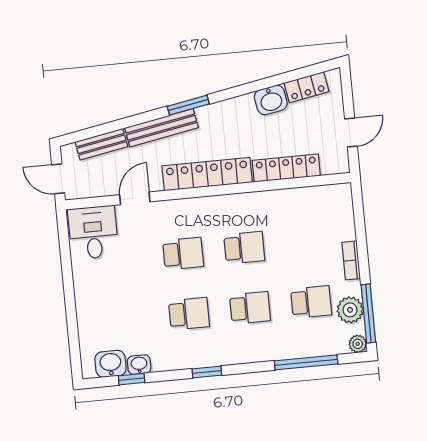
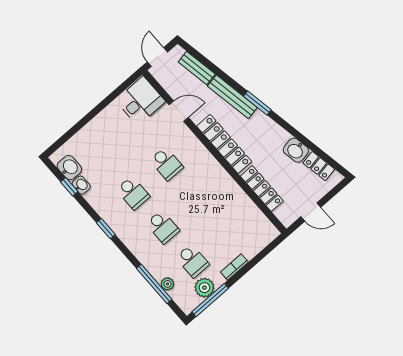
school desk: (244, 248) -> (196, 198), removed
plant: (358, 344) -> (167, 284), moved

